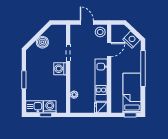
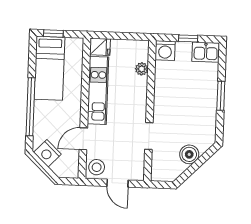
washing machine: (60, 69) -> (163, 111), removed
washing machine: (50, 107) -> (165, 51), moved

